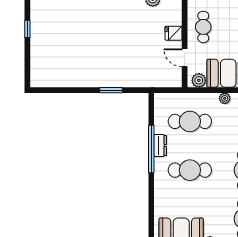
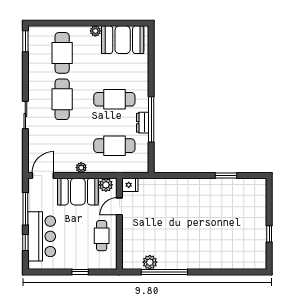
fridge: (174, 33) -> (130, 185), moved
door: (185, 58) -> (119, 206), swing flipped
window: (111, 90) -> (226, 175), moved

